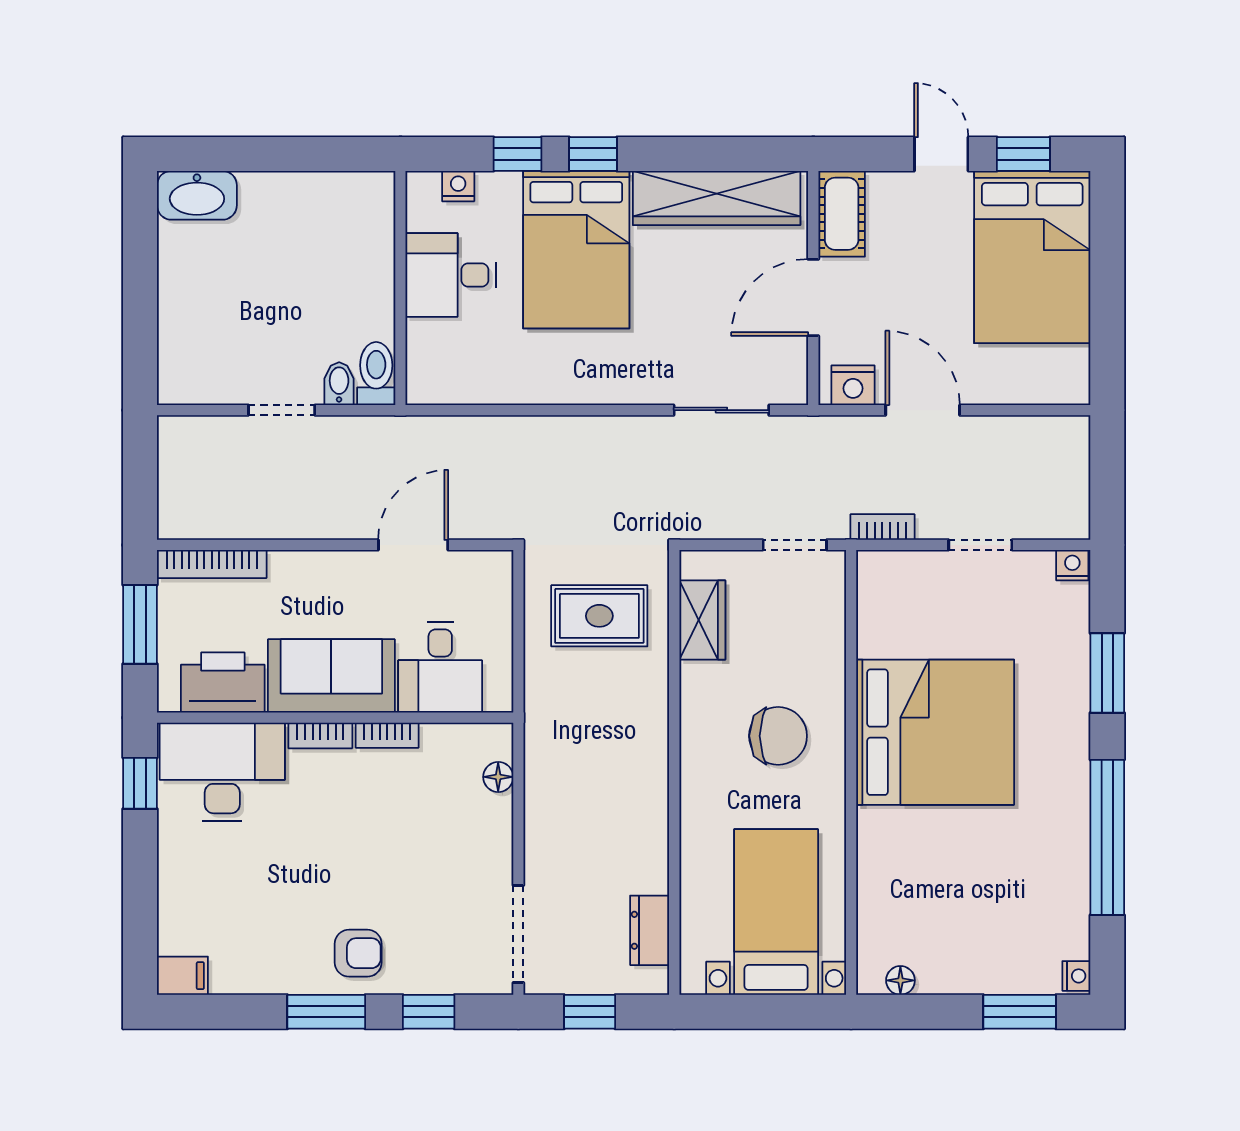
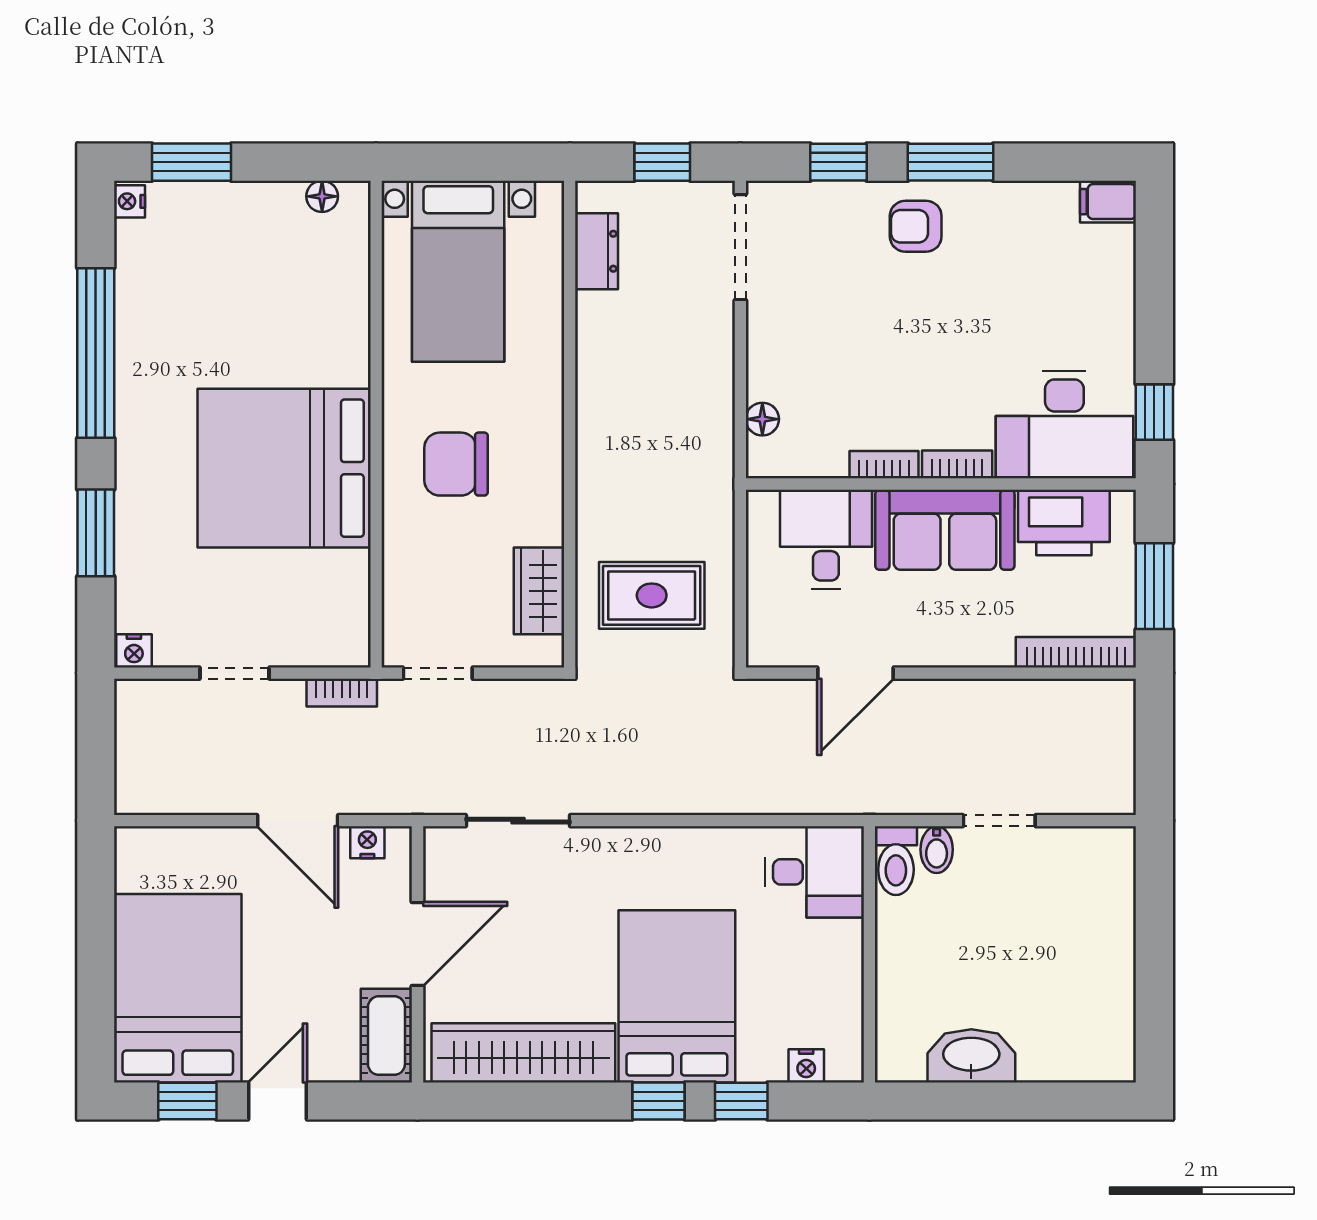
door: (941, 154) -> (277, 1101), swing flipped
washbasin: (197, 195) -> (971, 1056), moved
desk: (451, 275) -> (815, 872), moved
nightstand: (853, 385) -> (367, 842), width x0.72, depth x0.74

